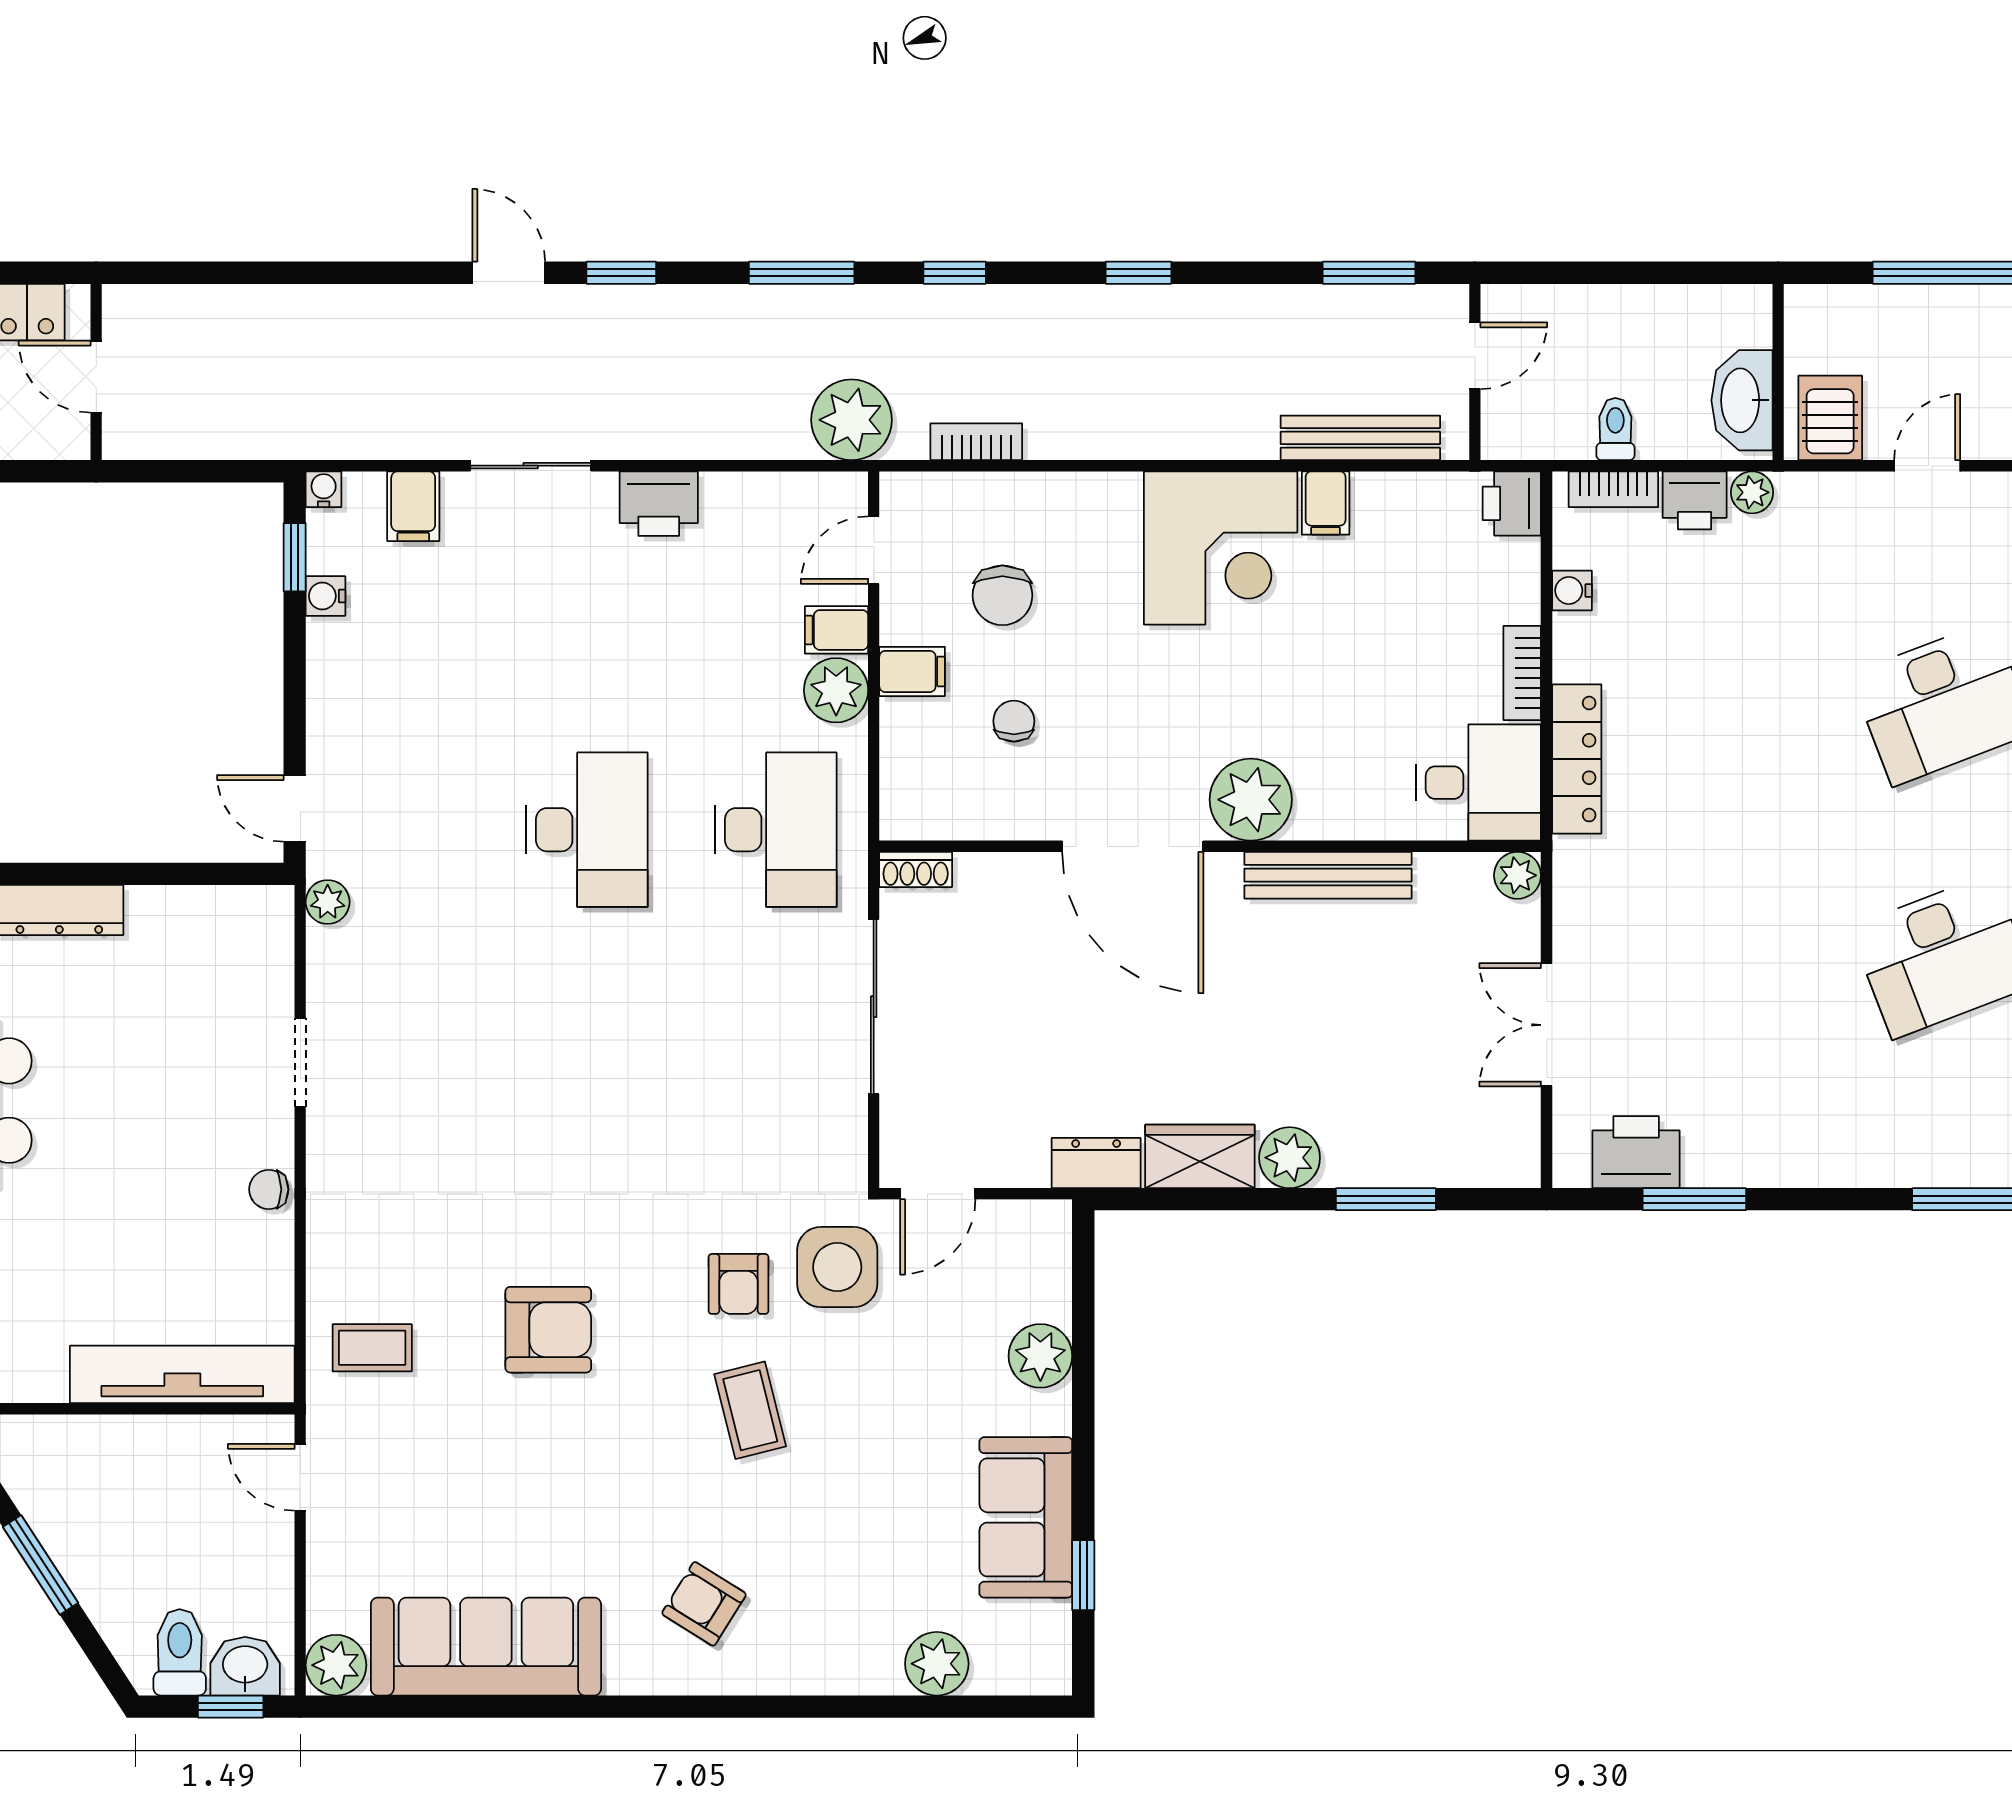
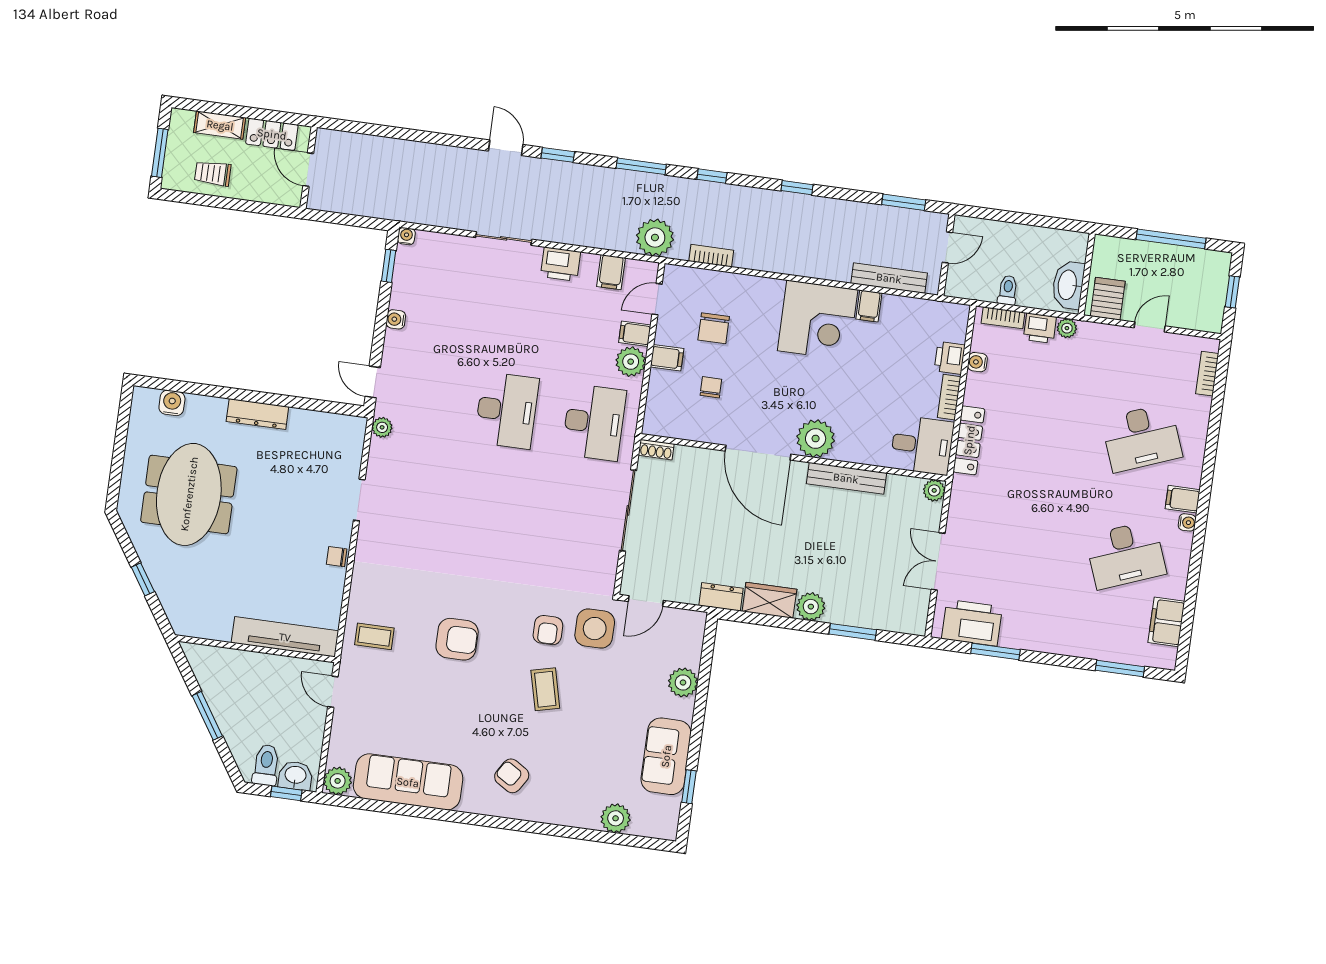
printer: (1512, 503) -> (950, 358), moved
filing cabinet: (413, 506) -> (611, 272), moved
water cooler: (325, 596) -> (396, 319), moved
printer: (1636, 1152) -> (972, 623), width x1.37, depth x1.19

